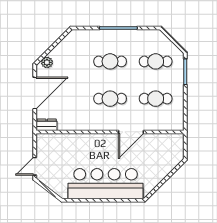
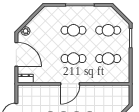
door: (35, 93) -> (16, 54), hinge flipped
door: (131, 132) -> (70, 84), moved

